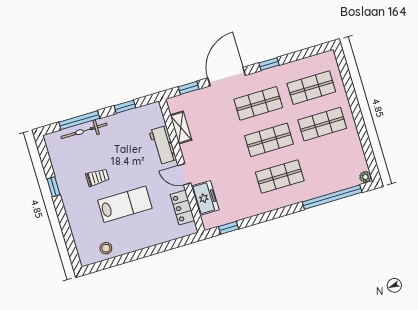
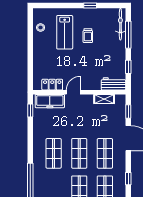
window: (269, 64) -> (128, 179), moved
bicycle: (84, 131) -> (120, 24), moved
workbench: (163, 145) -> (113, 84), moved
freezer: (205, 198) -> (50, 101), width x1.40
lab bench: (125, 204) -> (65, 32), moved

